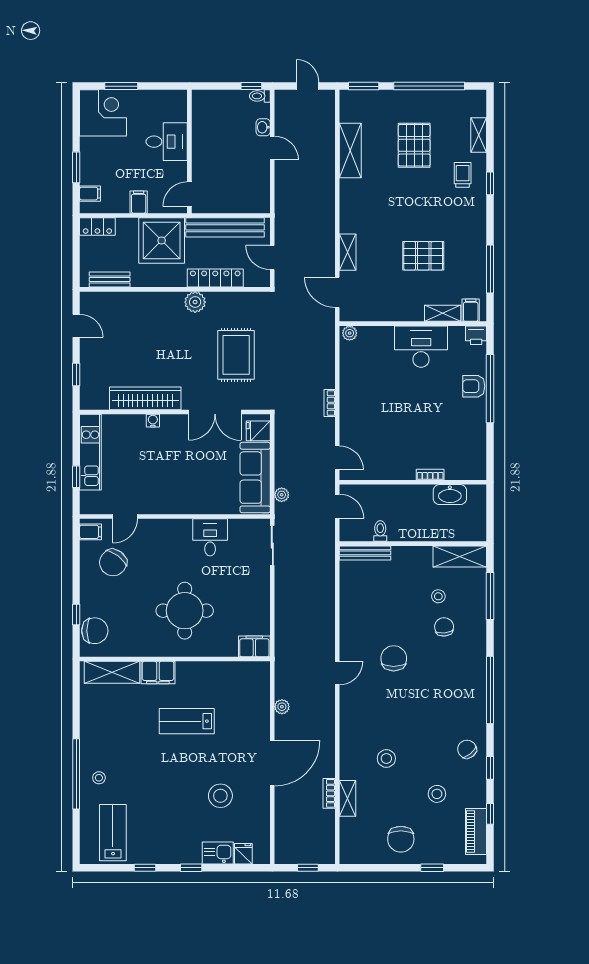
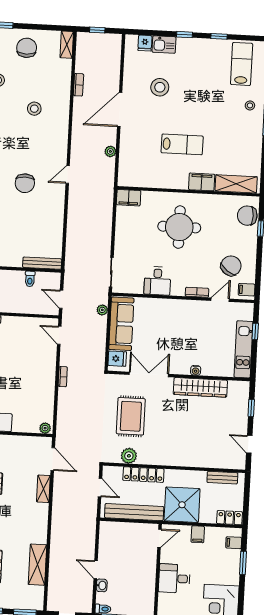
plant: (195, 302) -> (129, 456), moved
bookcase: (156, 525) -> (197, 292), added
shelving: (347, 798) -> (67, 45), moved
lab bench: (113, 833) -> (242, 64), turned 180

